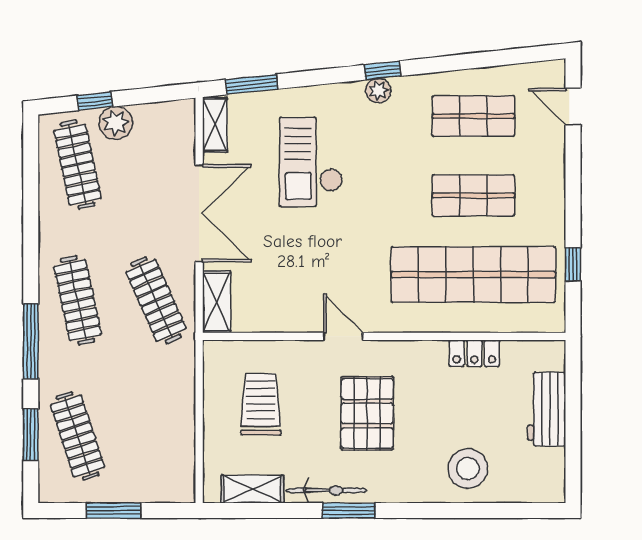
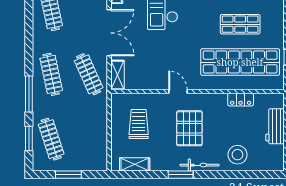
bicycle: (326, 490) -> (200, 165), moved

